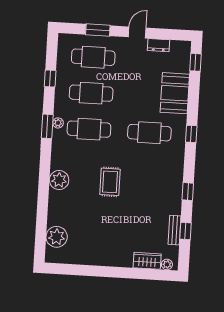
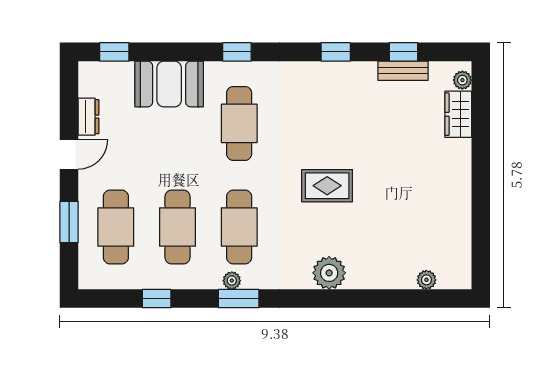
door: (137, 32) -> (69, 154), swing flipped
plant: (57, 237) -> (426, 280), width x0.53, depth x0.53

